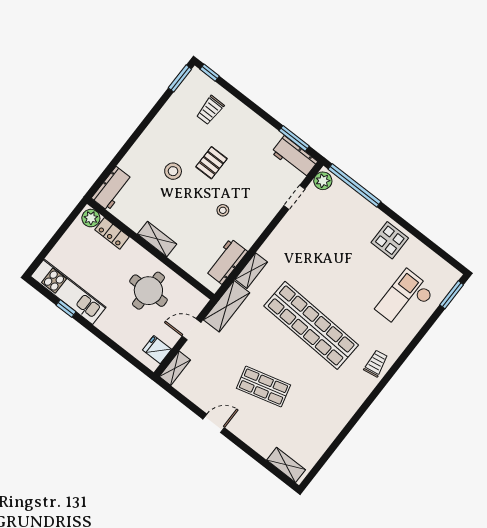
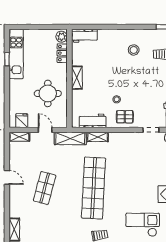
pallet: (211, 163) -> (125, 117), moved
stool: (173, 171) -> (134, 50), moved
shop shelf: (264, 387) -> (45, 188), turned 30

